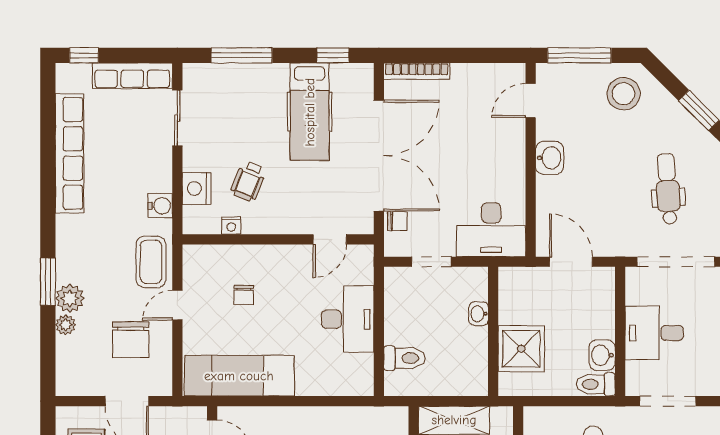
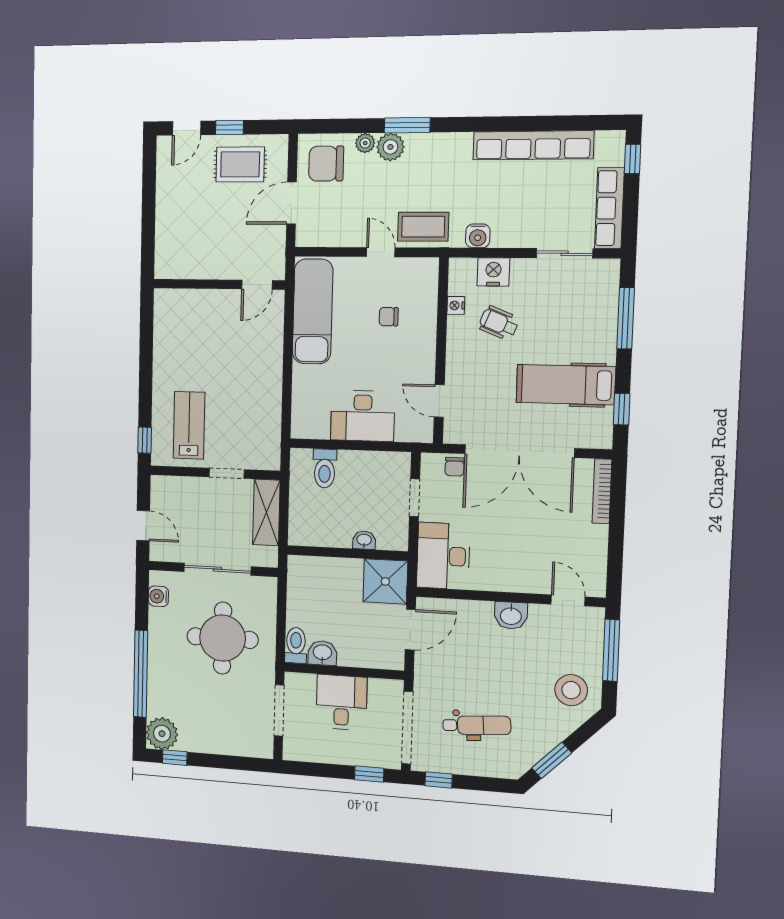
chair: (131, 340) -> (326, 164), moved
shower: (521, 349) -> (385, 581), moved

